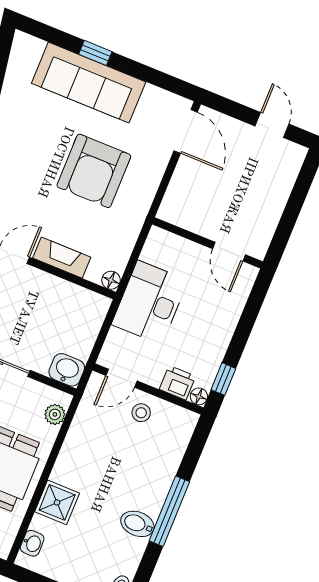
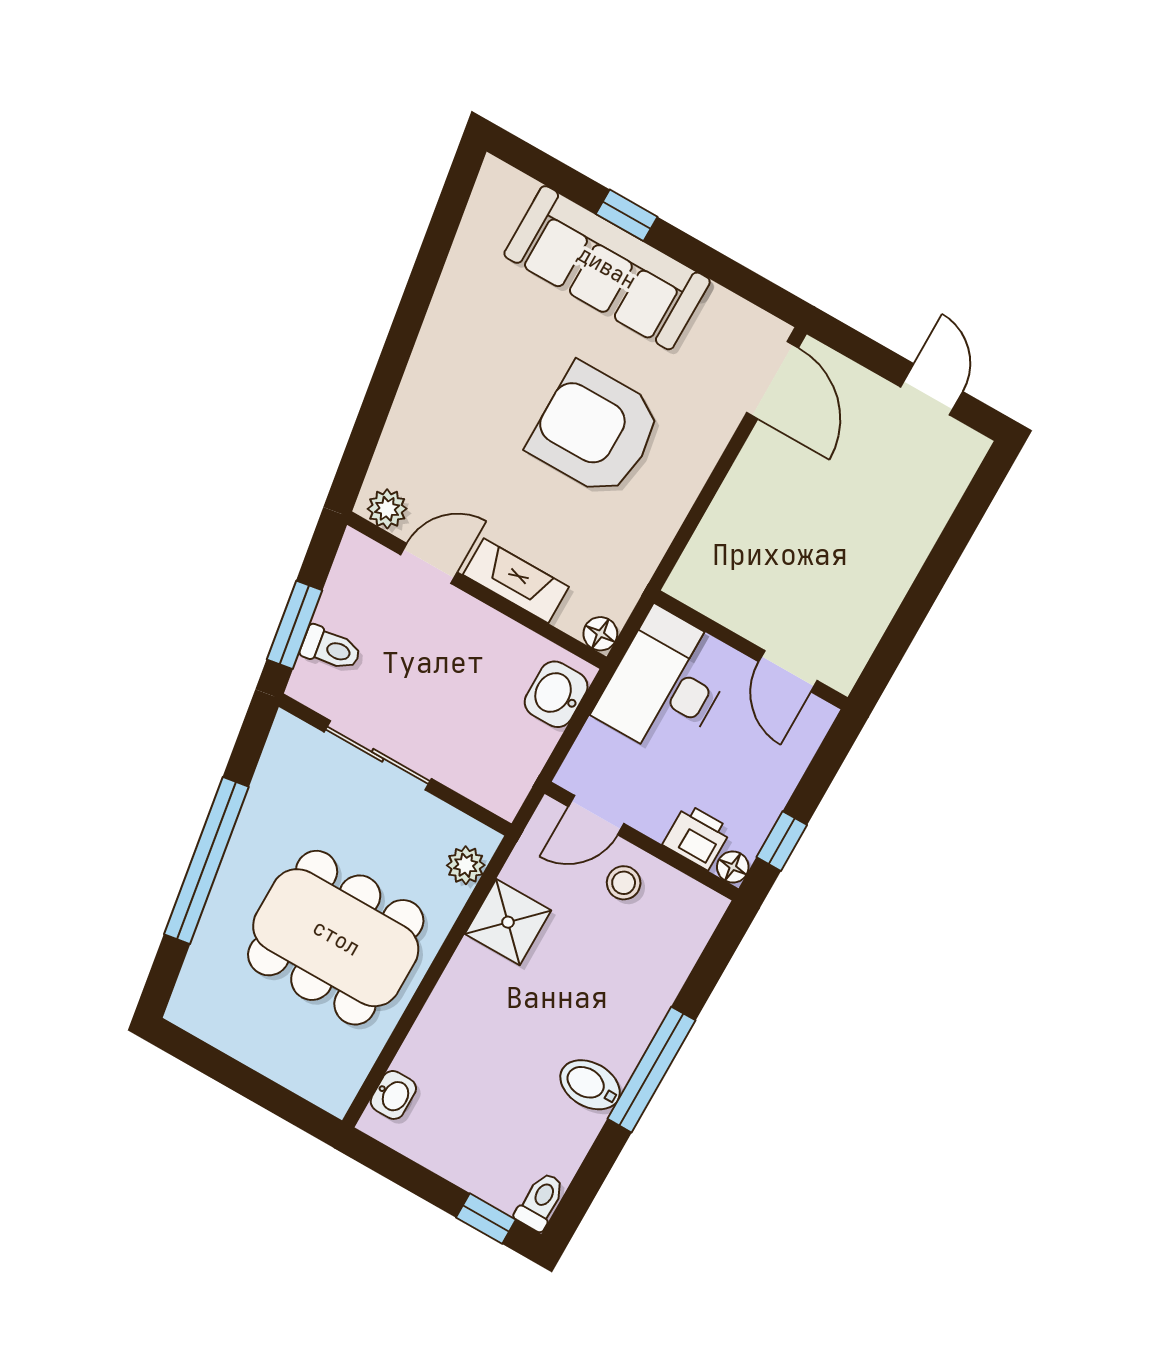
armchair: (94, 171) -> (595, 430), turned 90
wall: (207, 243) -> (751, 650), moved
door: (229, 252) -> (788, 671), moved
washbasin: (67, 370) -> (556, 694), moved, turned -90
shower: (57, 502) -> (508, 922), moved

